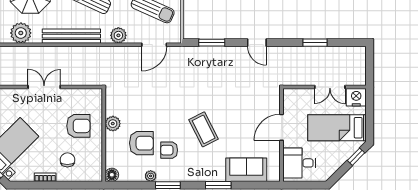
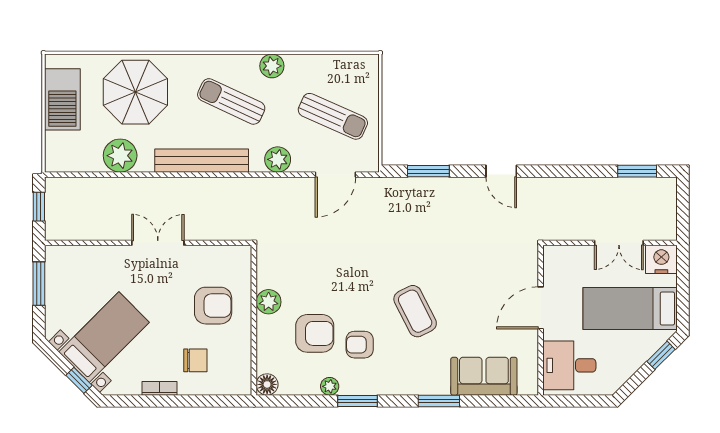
window: (315, 43) -> (637, 171), moved
chair: (67, 160) -> (195, 360), turned 90

